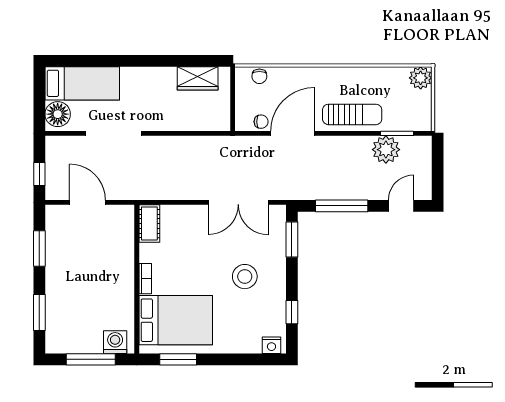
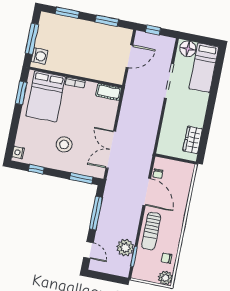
chair: (259, 76) -> (167, 258), moved

